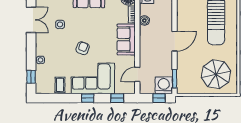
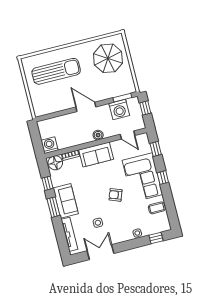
boiler: (144, 20) -> (98, 135), moved
washing machine: (164, 85) -> (119, 109), moved, turned -90

